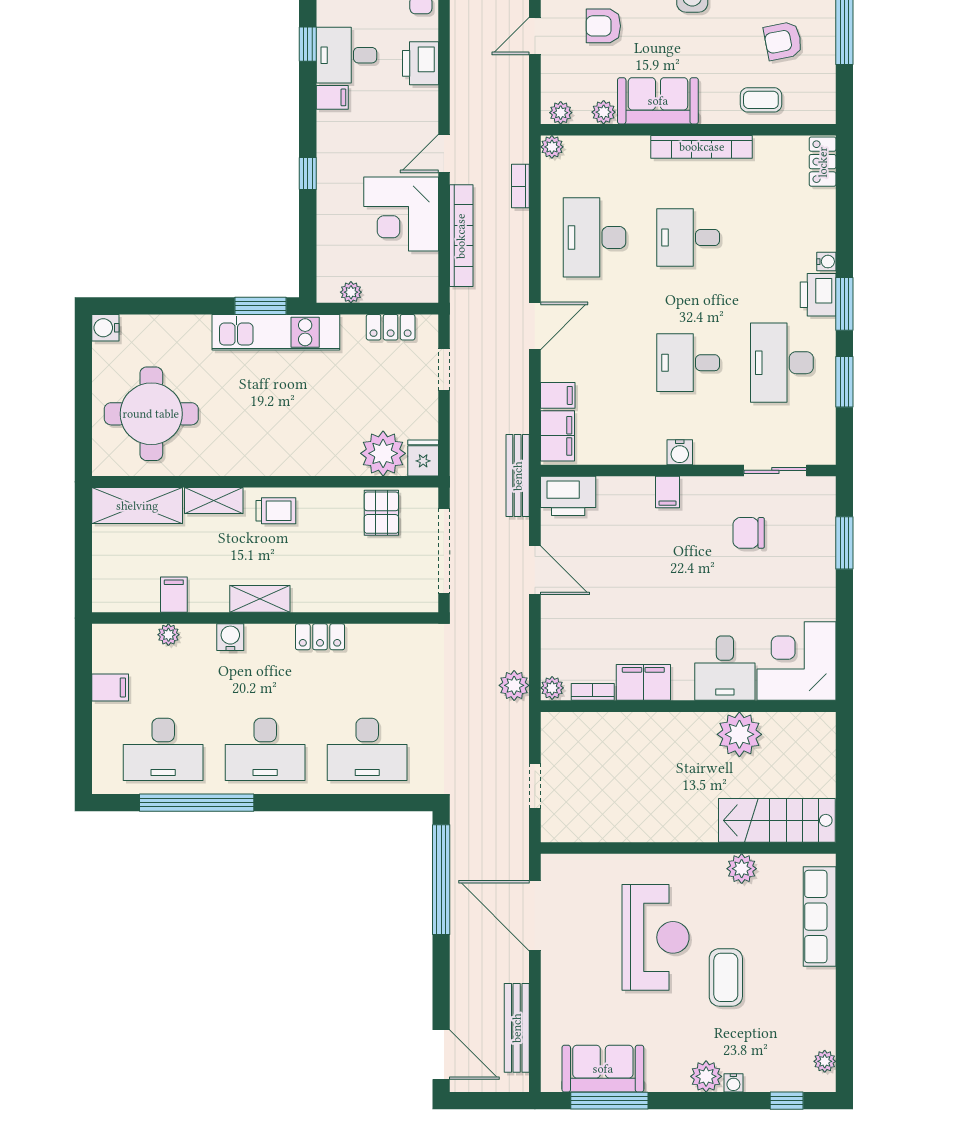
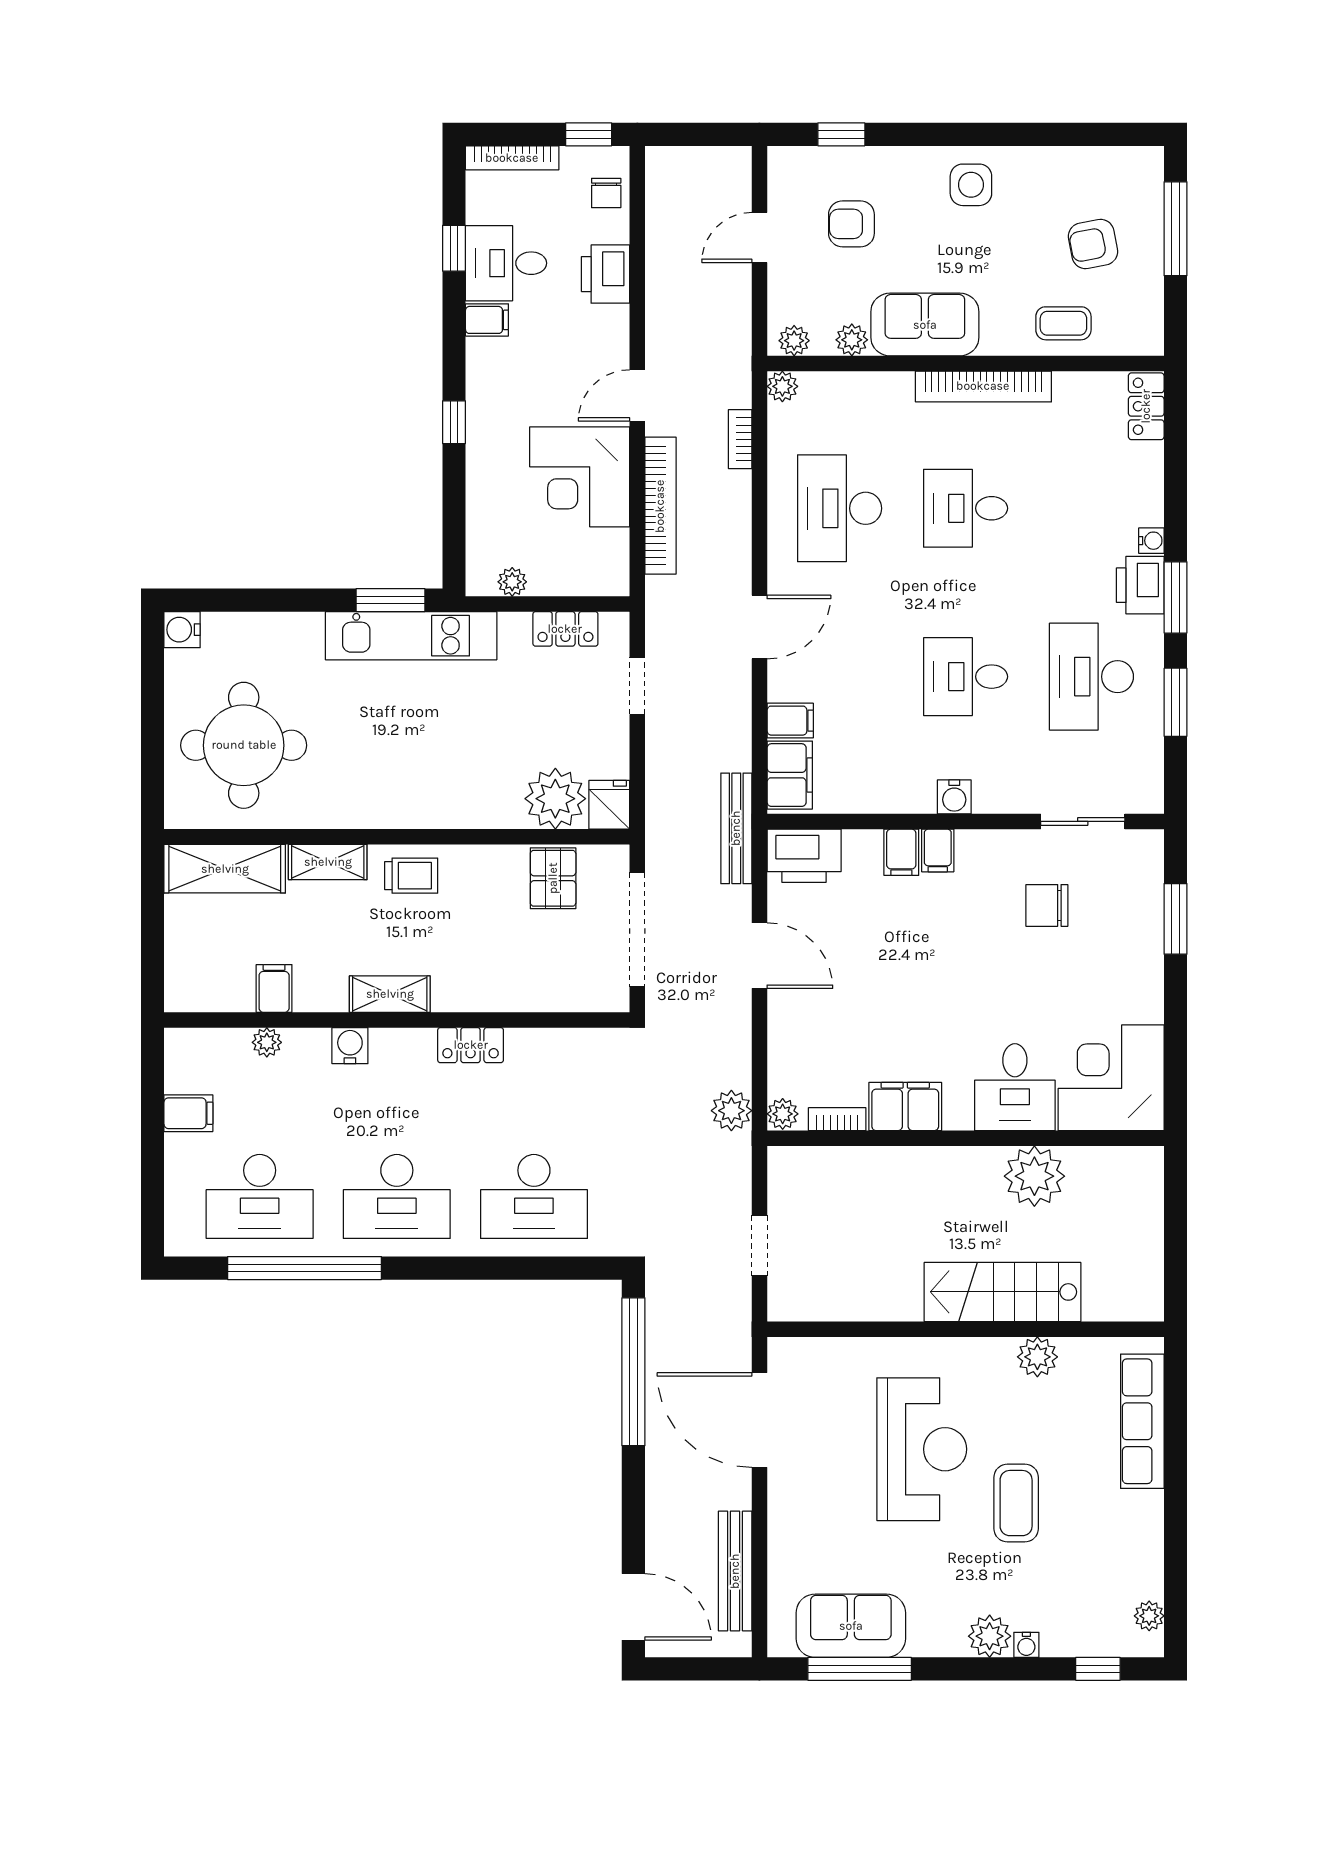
filing cabinet: (640, 493) -> (901, 852), added
stairs: (777, 820) -> (1002, 1292), moved

